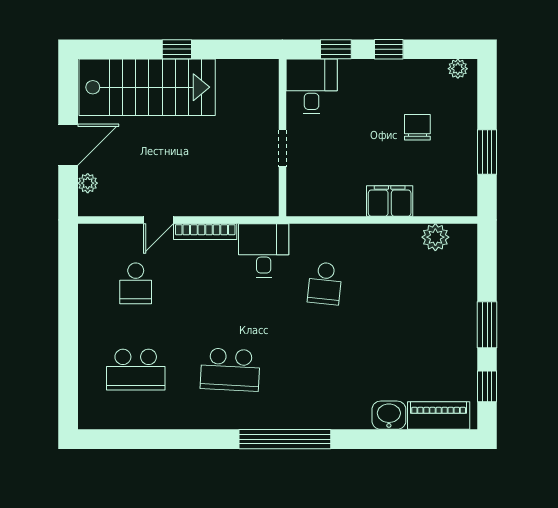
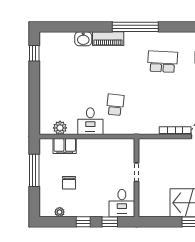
plant: (458, 69) -> (60, 212), moved
window: (487, 152) -> (34, 170), width x1.44
filing cabinet: (390, 201) -> (65, 146), moved
desk: (264, 251) -> (90, 121), moved
window: (487, 325) -> (34, 84), removed
piano: (439, 416) -> (108, 39), moved

